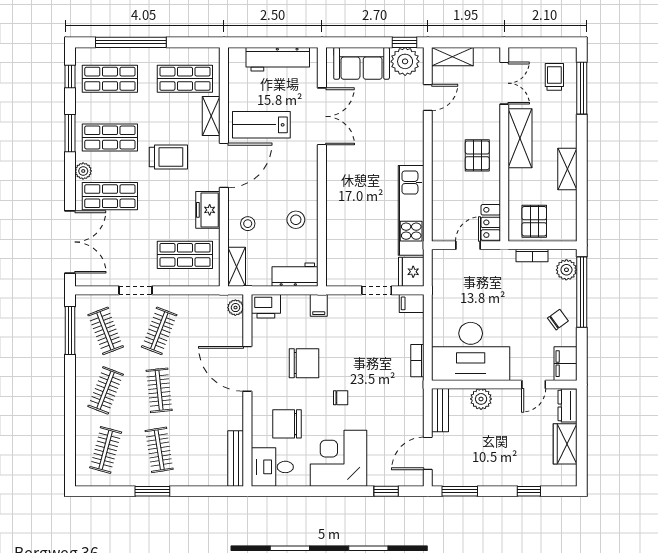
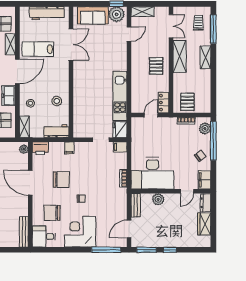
shelving: (567, 169) -> (205, 57), moved
window: (386, 491) -> (106, 250), width x2.17
window: (529, 491) -> (170, 250), moved

